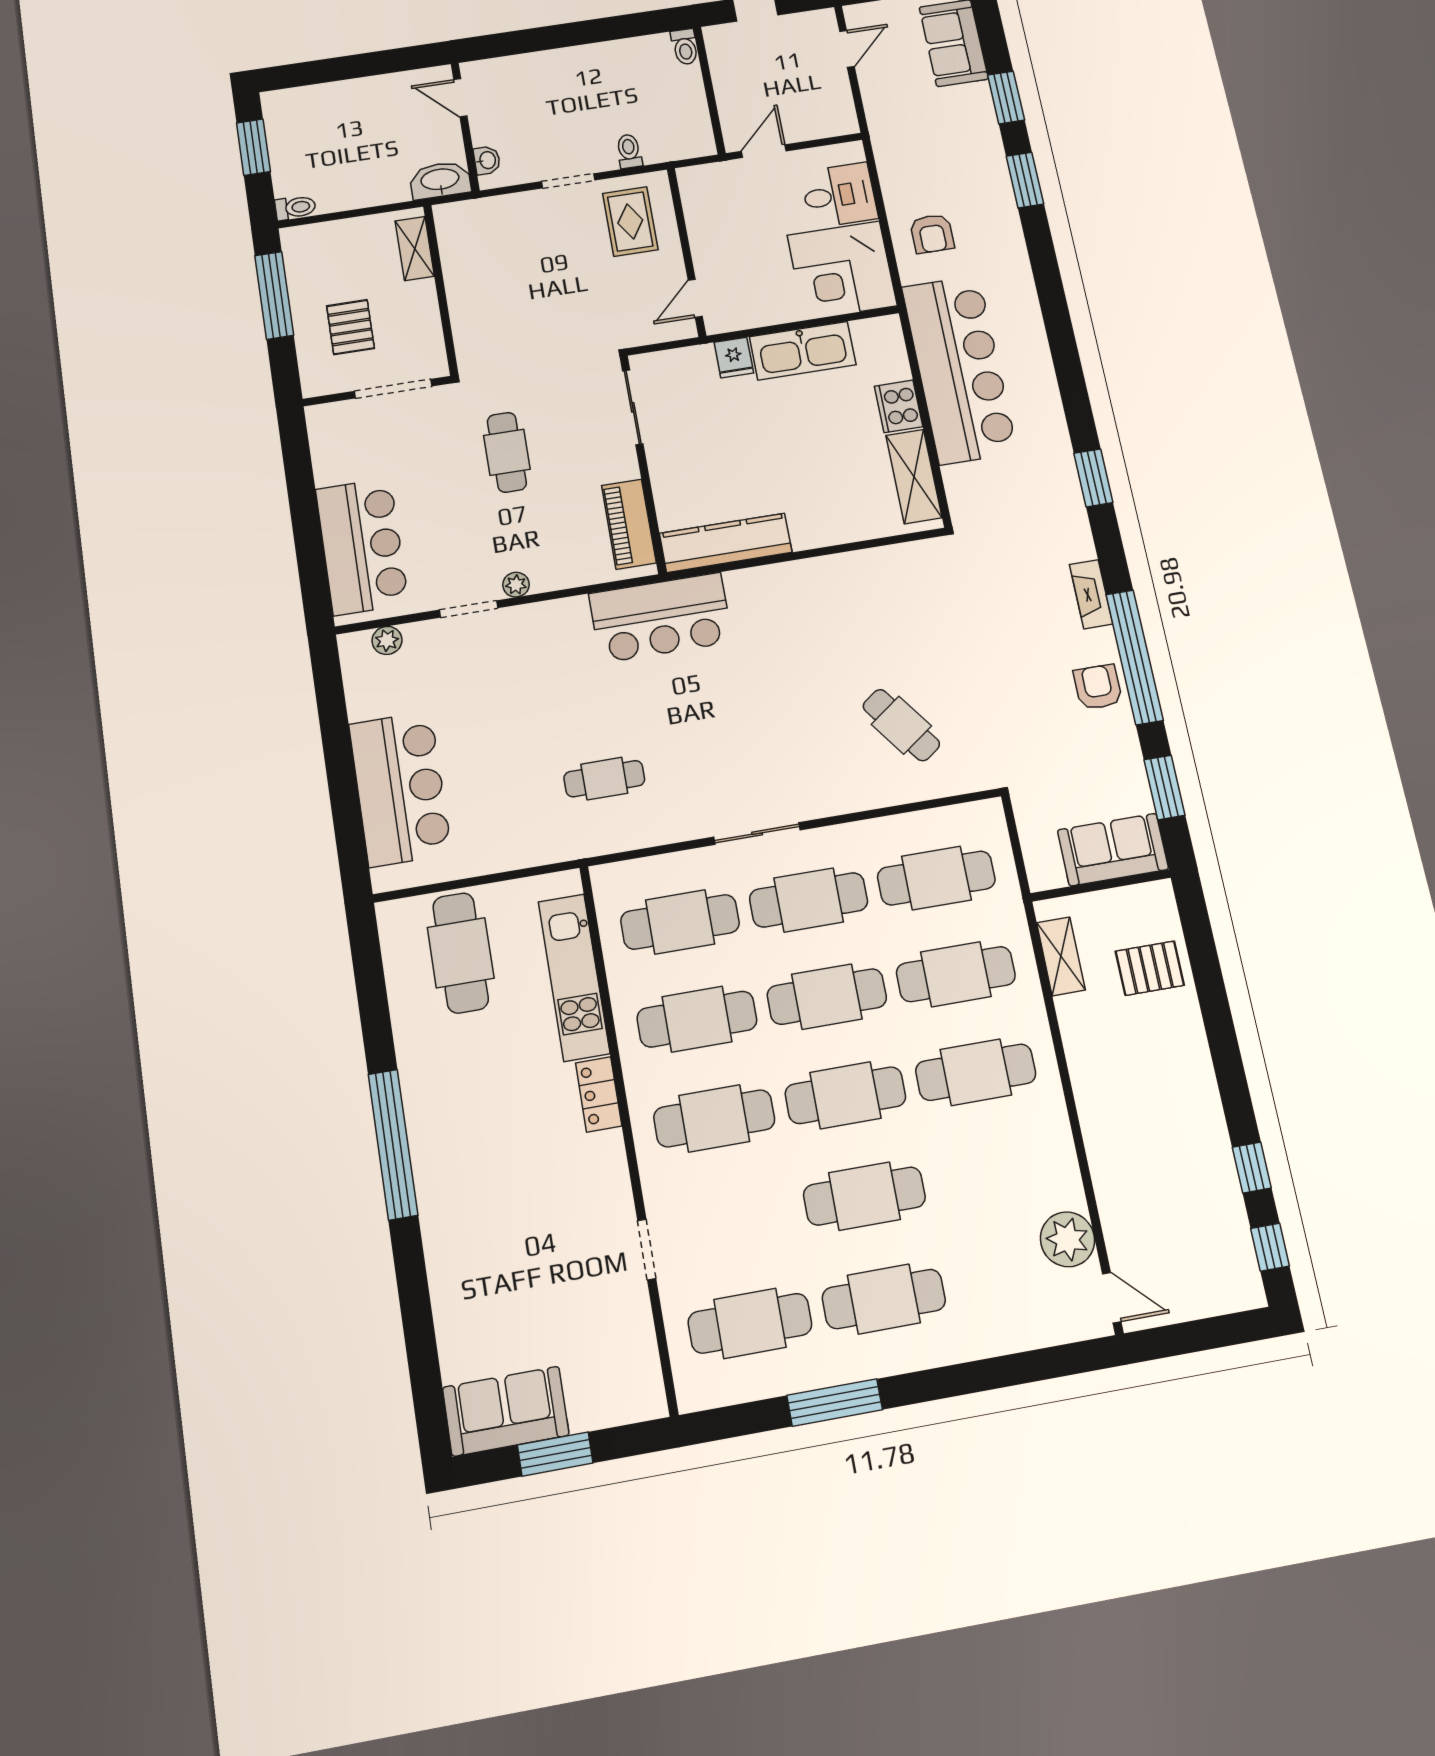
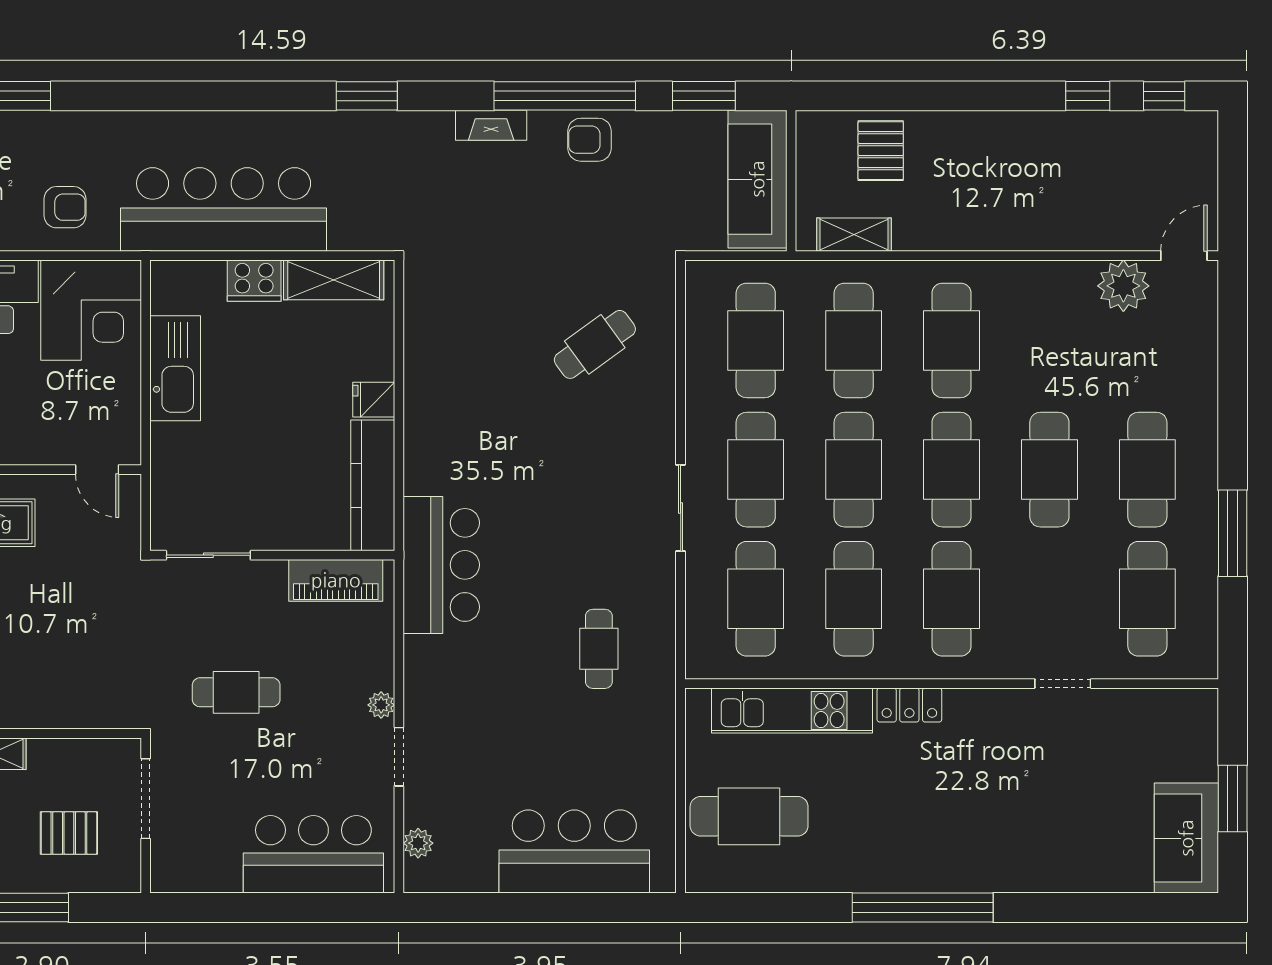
fridge: (734, 358) -> (374, 400), moved, turned 180
sofa: (1113, 850) -> (757, 179), width x1.36

